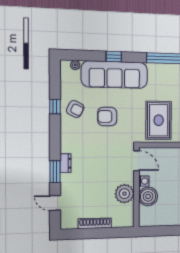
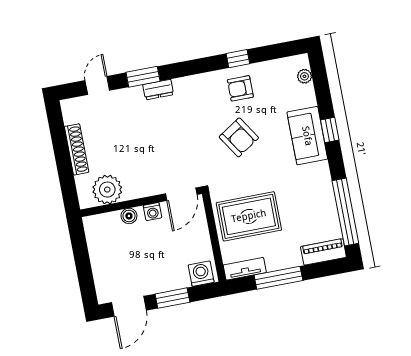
sofa: (115, 75) -> (307, 136), width x0.54, depth x0.79
armchair: (75, 109) -> (240, 88), turned 64
armchair: (107, 117) -> (239, 137), turned 147
plant: (124, 194) -> (107, 190), moved
boiler: (148, 196) -> (129, 216), width x0.54, depth x0.54

